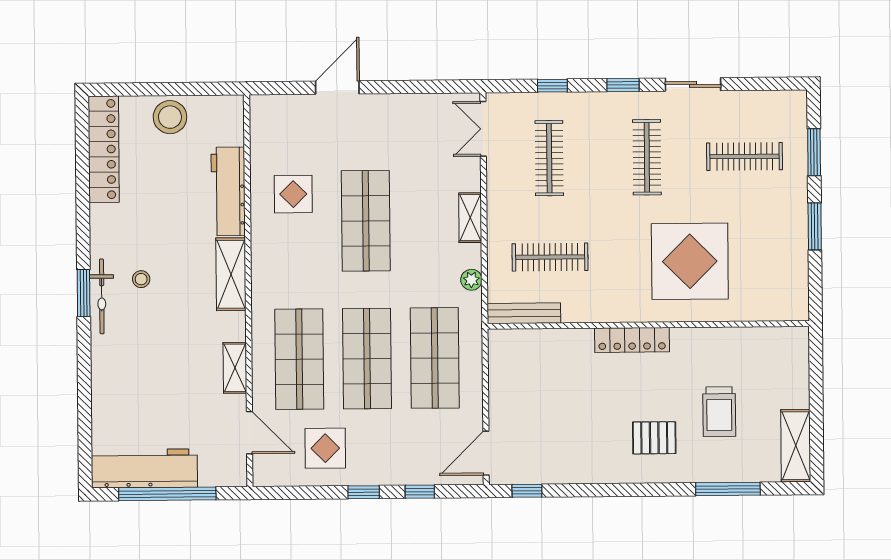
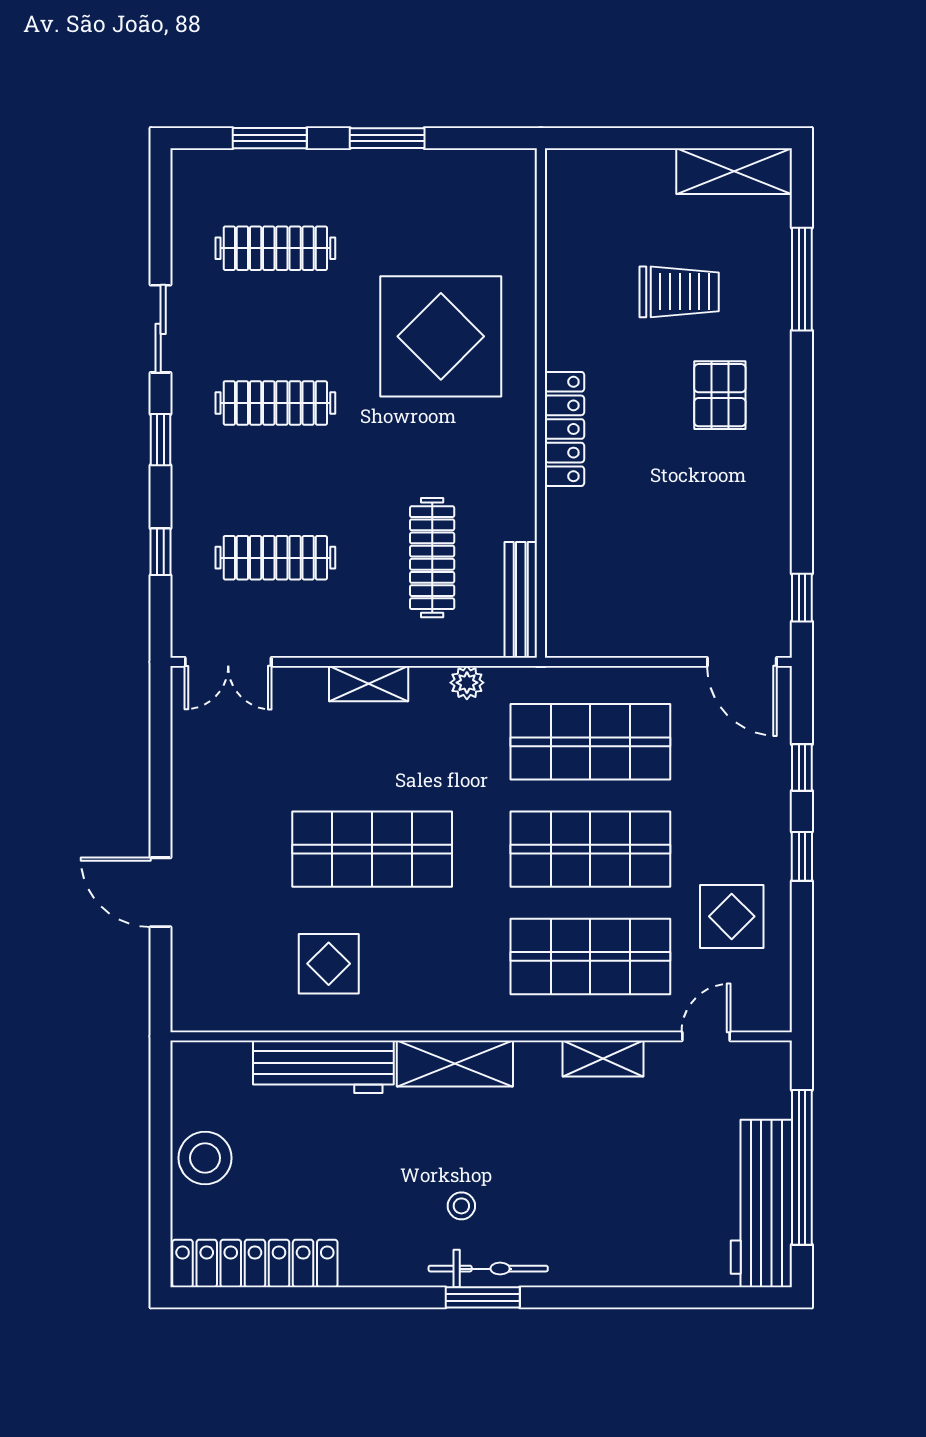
clothes rail: (745, 156) -> (275, 248), turned 90
door: (249, 433) -> (706, 1036), width x0.73

